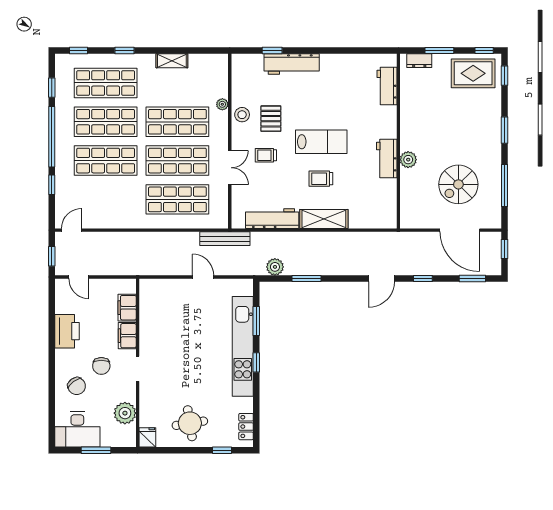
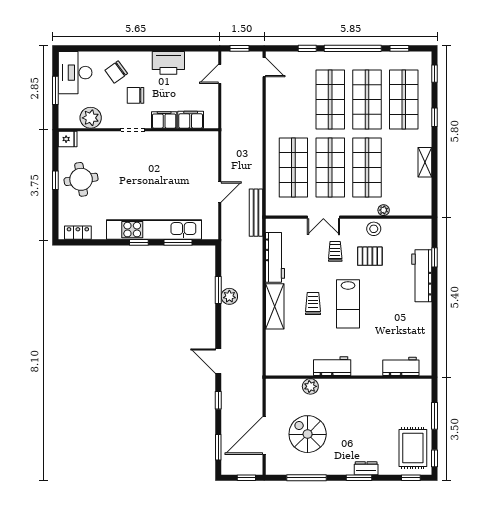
dresser: (419, 61) -> (366, 468), moved, turned 90
plant: (408, 160) -> (310, 386), moved
plant: (275, 267) -> (229, 296), moved
window: (222, 450) -> (55, 180), moved

